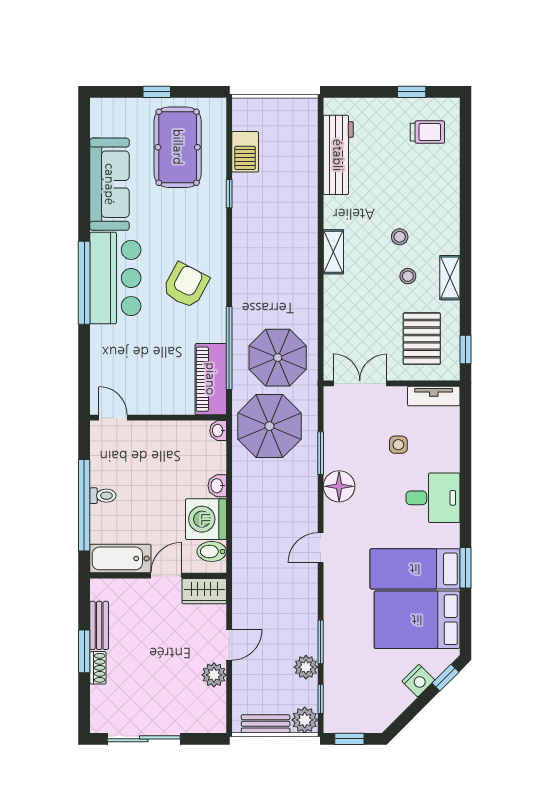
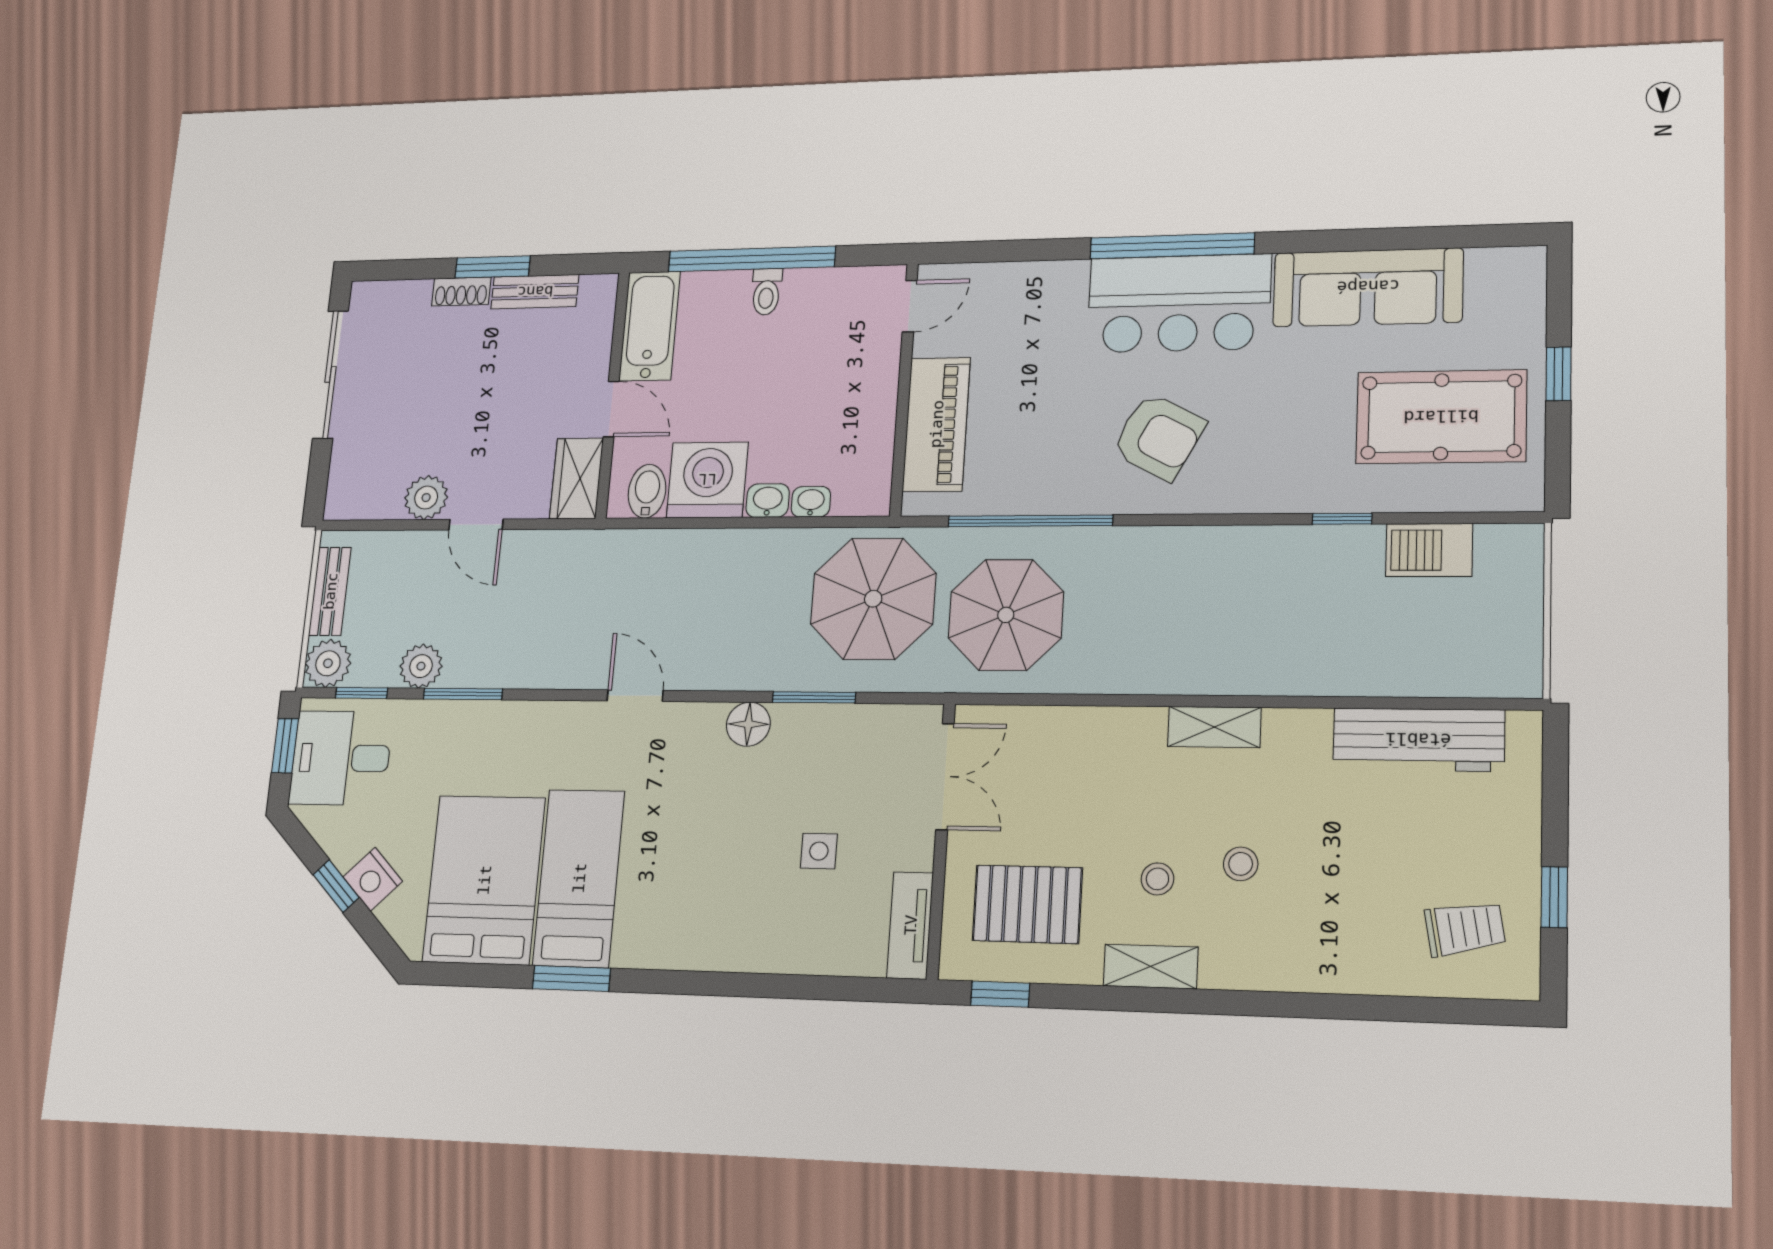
trolley: (427, 132) -> (1465, 929), turned -100
piano: (211, 379) -> (936, 424), moved, turned 90
washbasin: (218, 431) -> (811, 502), moved
floor lamp: (339, 486) -> (748, 724), width x0.73, depth x0.73
desk: (433, 498) -> (341, 758), moved, turned 90
window: (445, 678) -> (336, 886), moved

